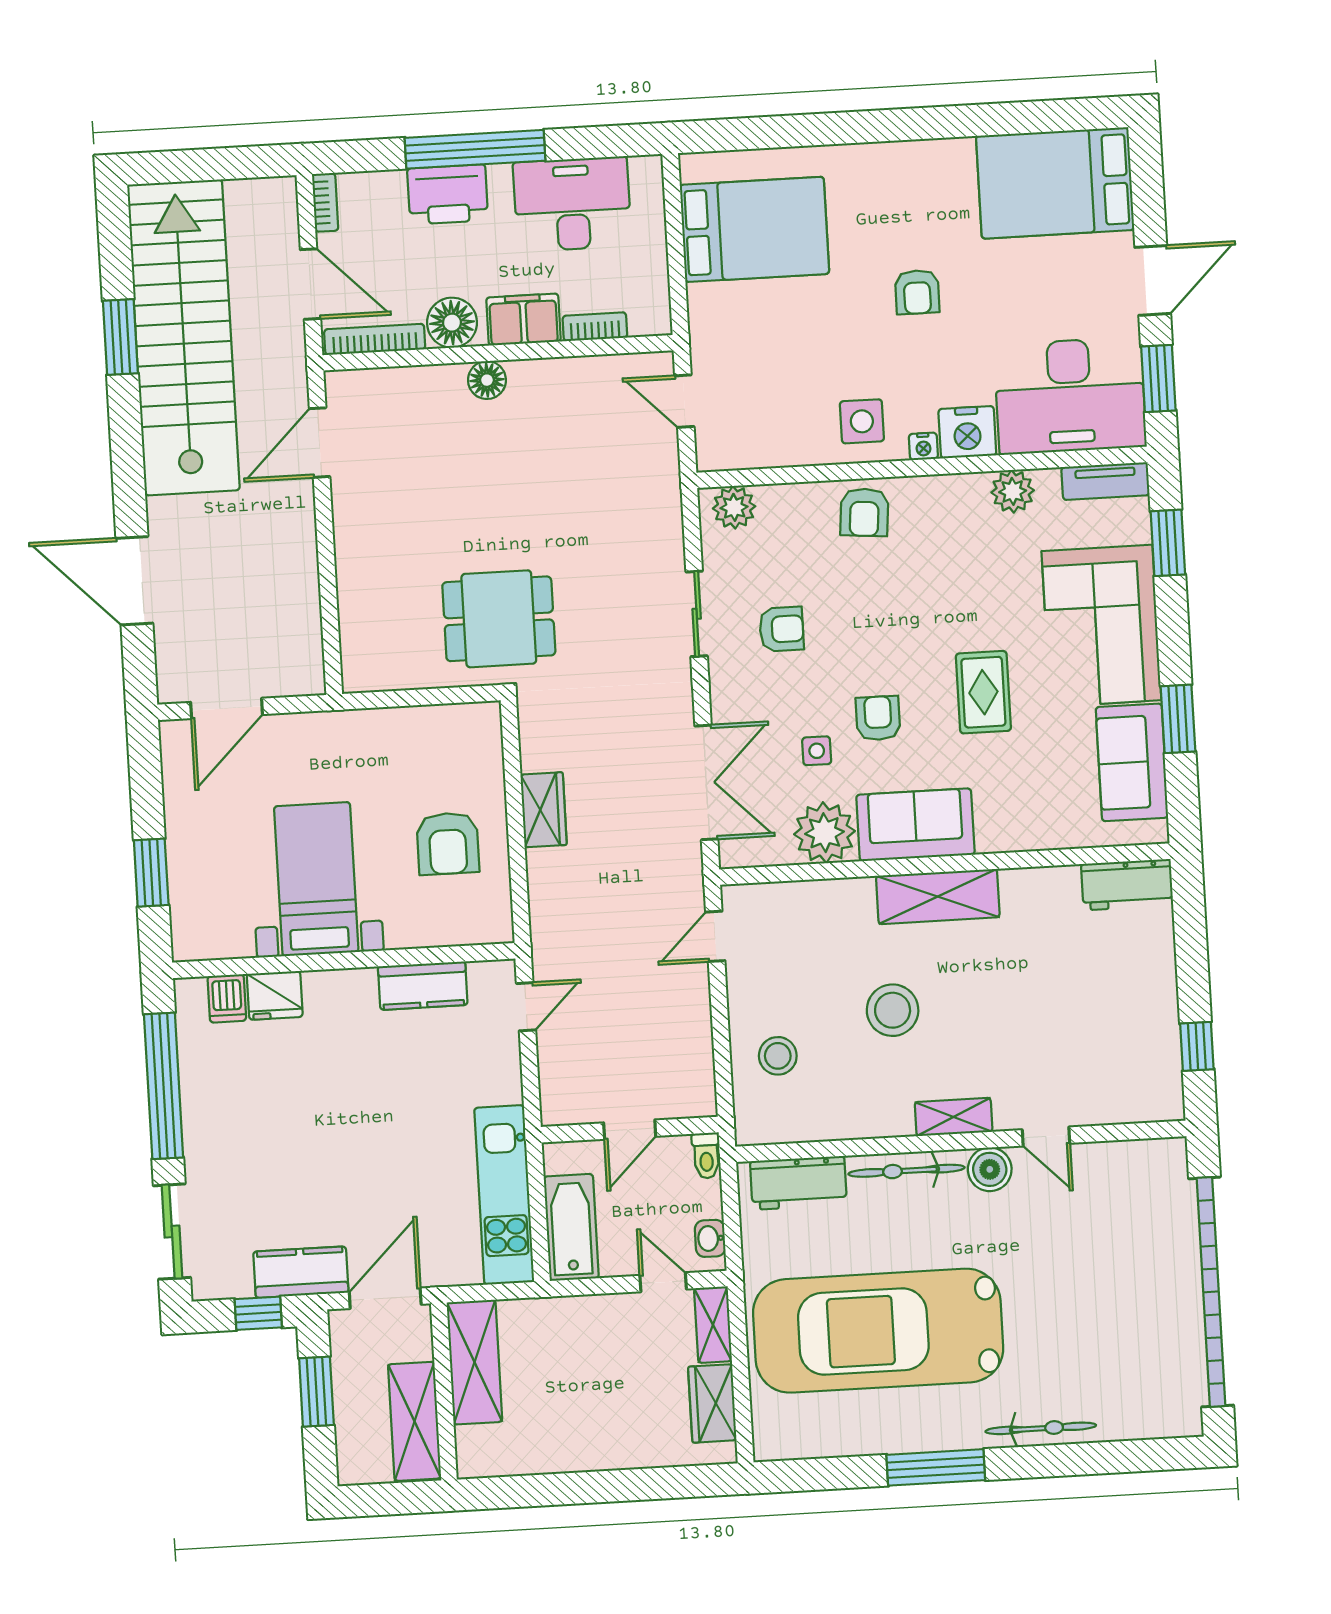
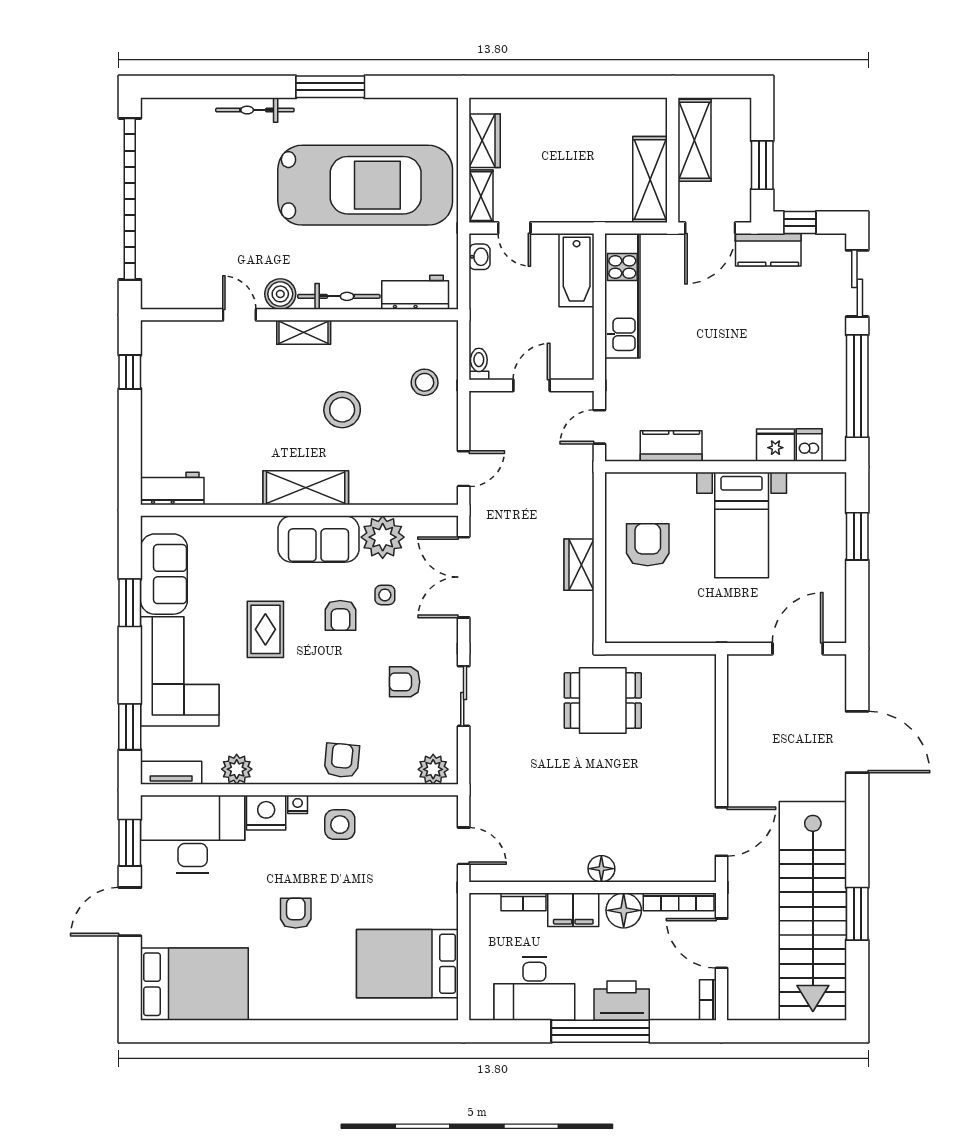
door: (630, 1130) -> (532, 385), moved
wall: (630, 1130) -> (531, 385), moved
toilet: (706, 1155) -> (479, 364), moved

